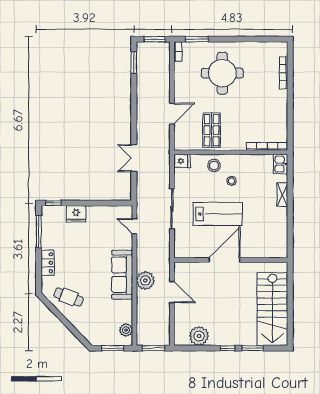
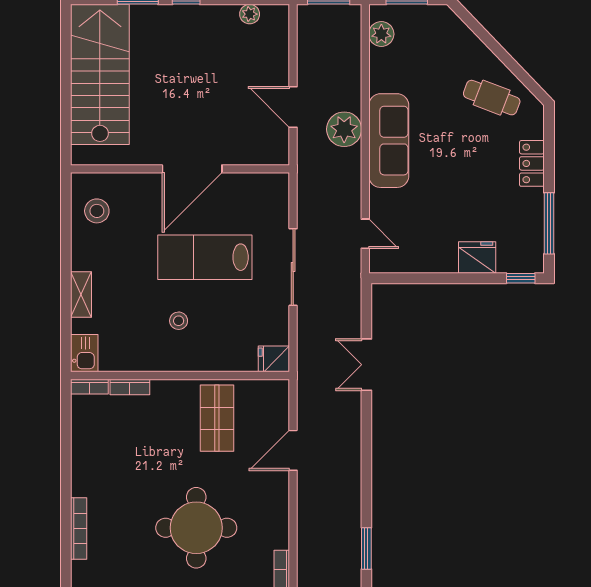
double door: (134, 158) -> (366, 365), swing flipped
stool: (214, 166) -> (97, 211), moved
plant: (199, 336) -> (250, 14), width x0.53, depth x0.53

